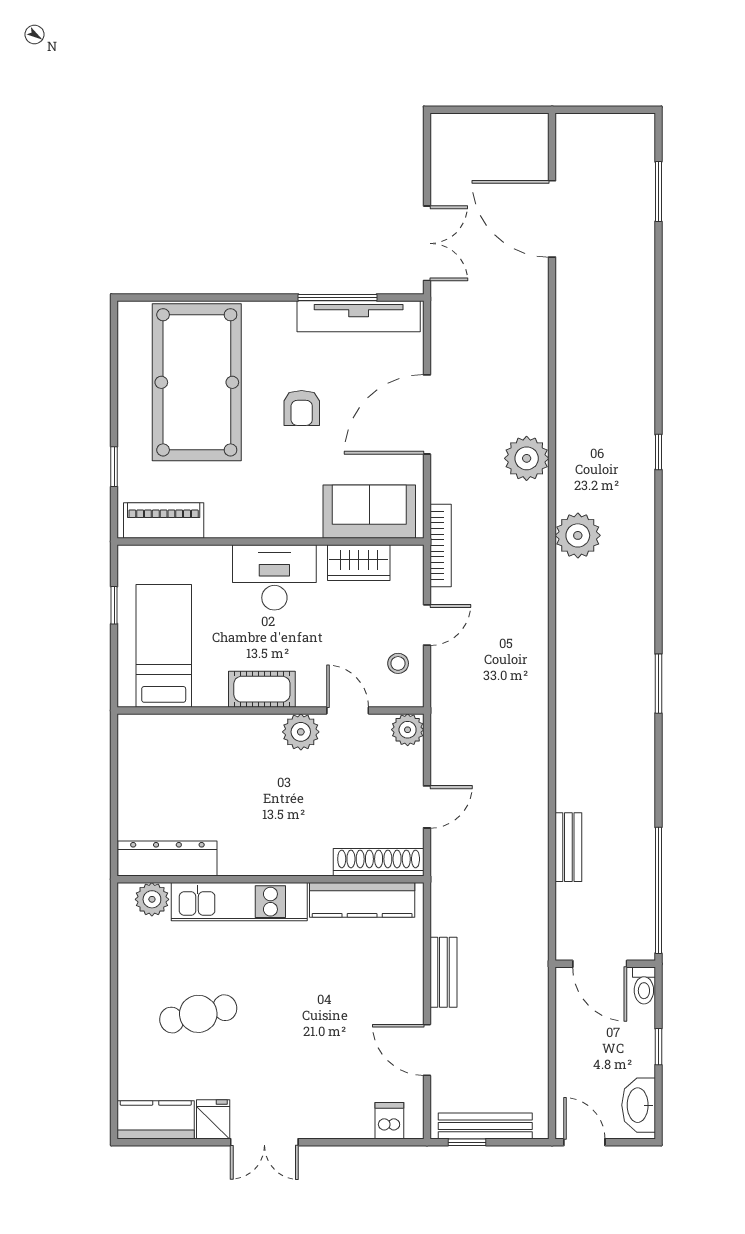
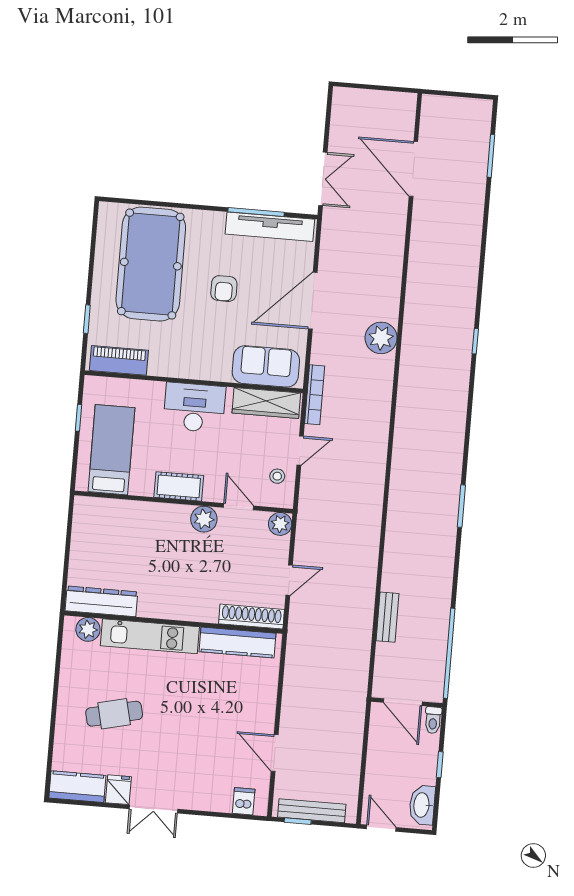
plant: (578, 535) -> (413, 396), removed
wardrobe: (359, 563) -> (266, 403), width x1.50
bench: (443, 972) -> (291, 699), removed

